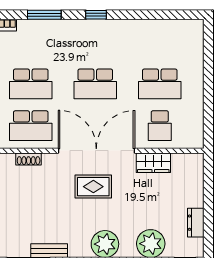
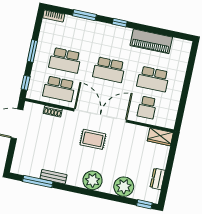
piano: (146, 31) -> (151, 41), added
wardrobe: (153, 163) -> (160, 137), moved

